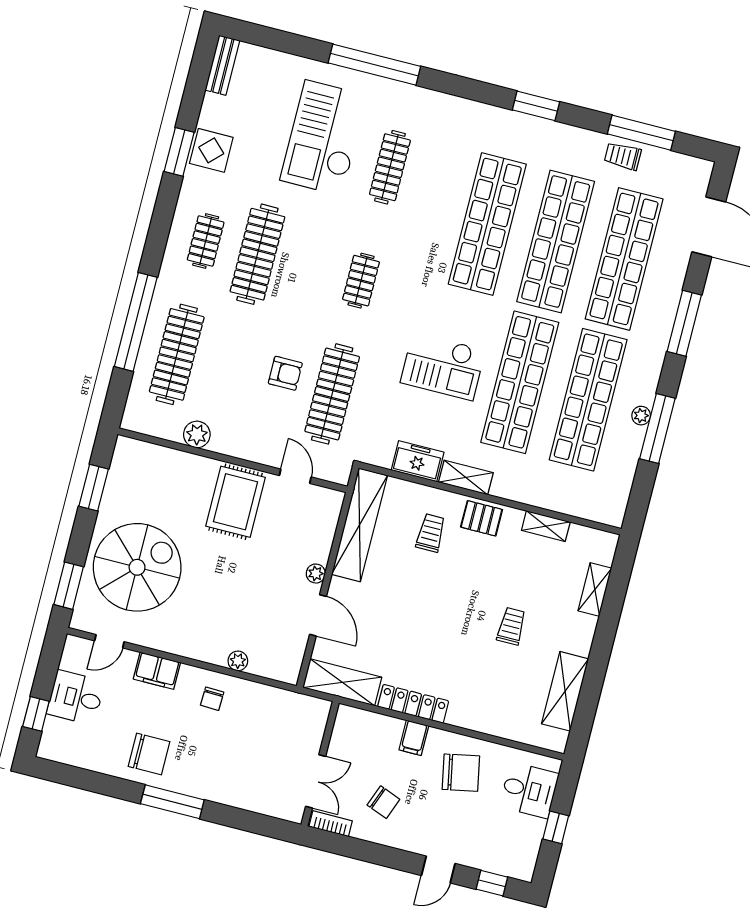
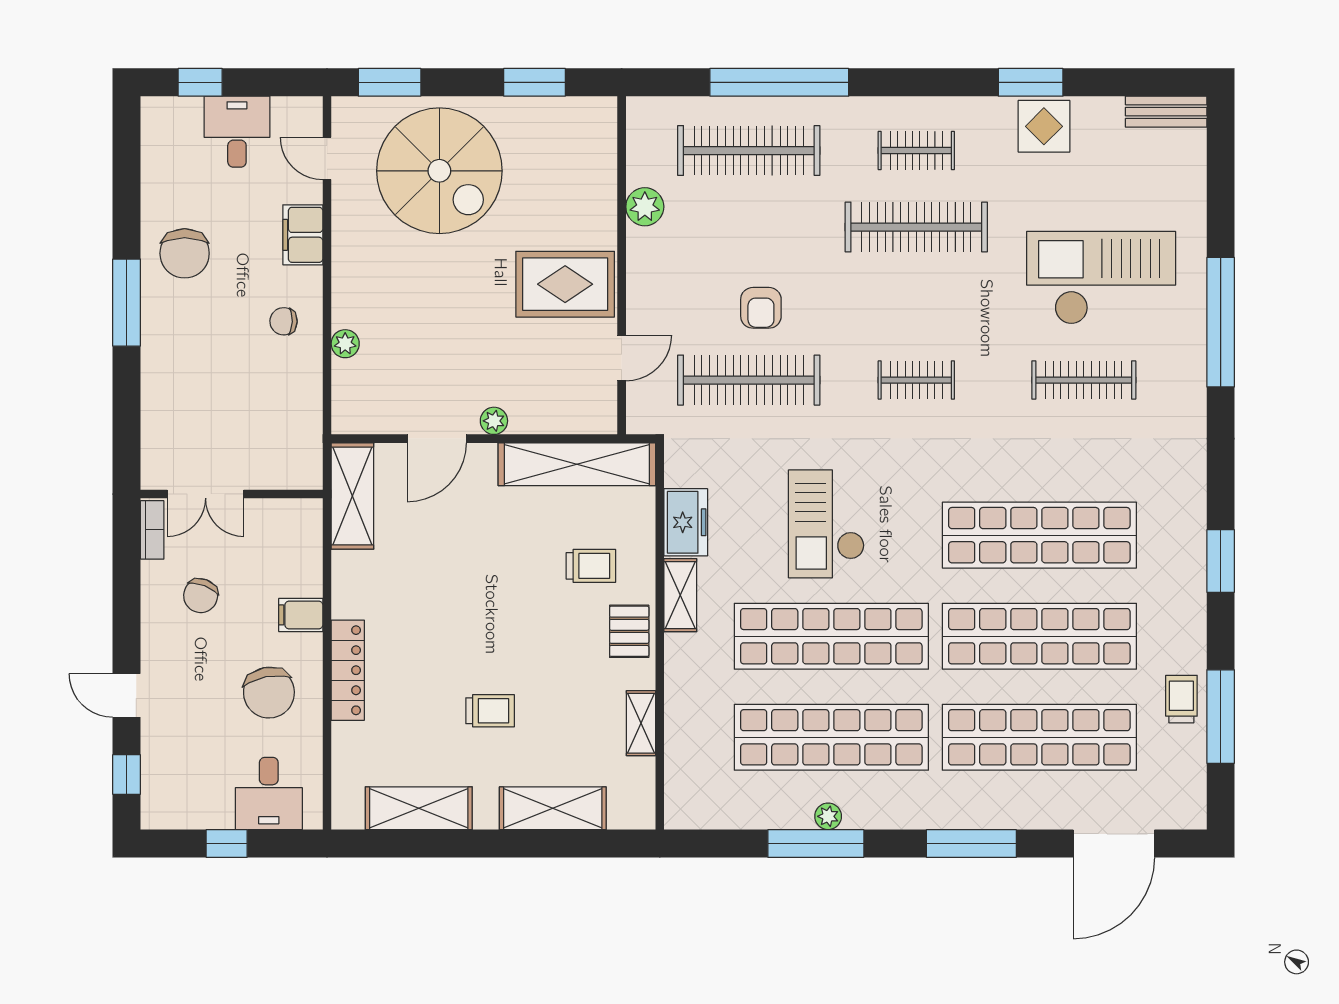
shelving: (595, 589) -> (553, 808), width x1.50, depth x1.33
locker: (413, 704) -> (348, 670), moved

